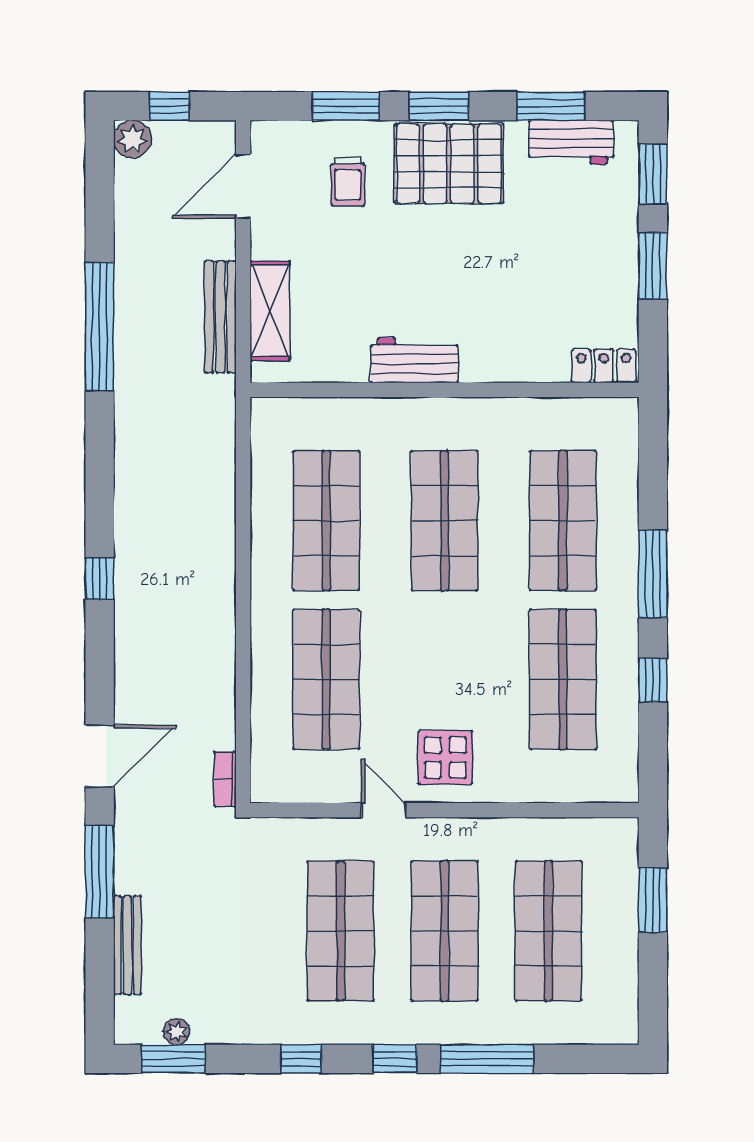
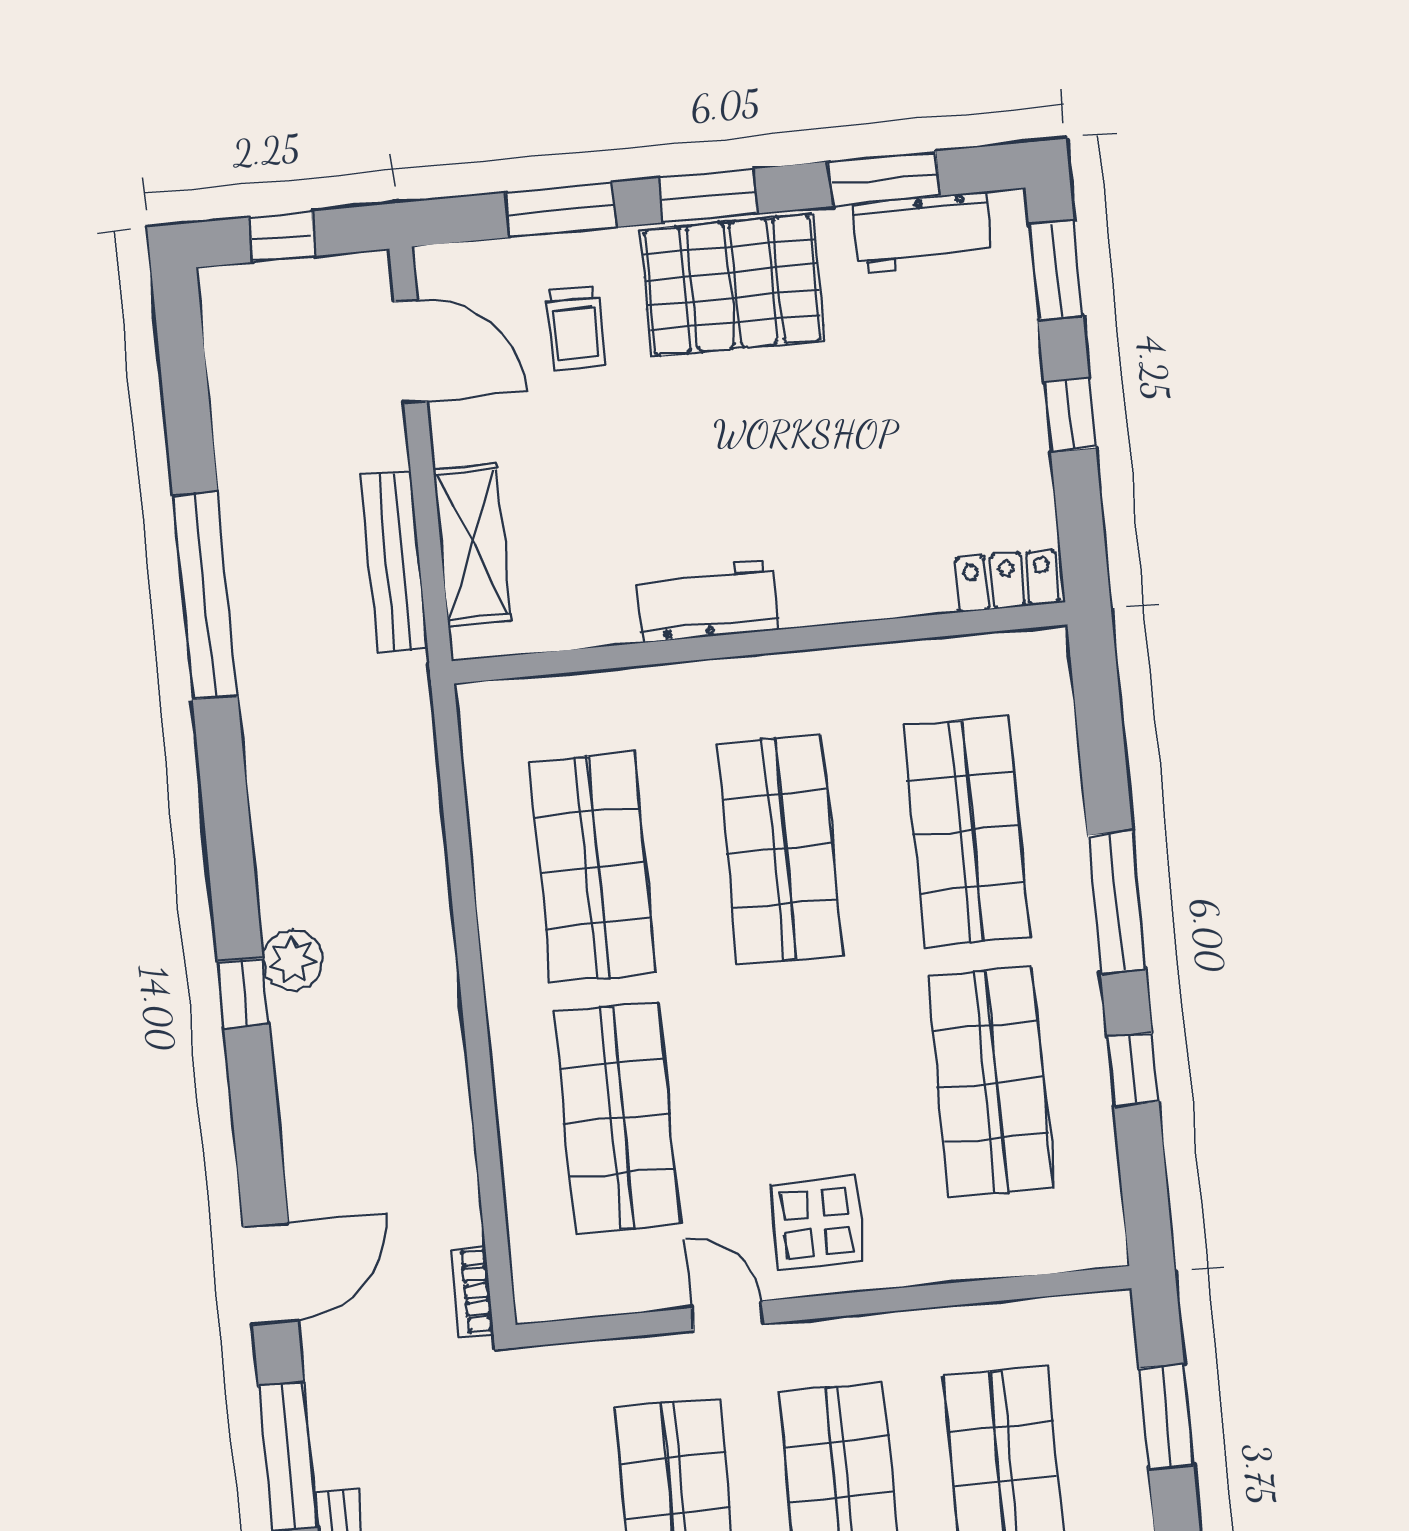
plant: (132, 139) -> (293, 960), moved
door: (243, 186) -> (411, 352), swing flipped
window: (653, 266) -> (1070, 415), width x0.67

